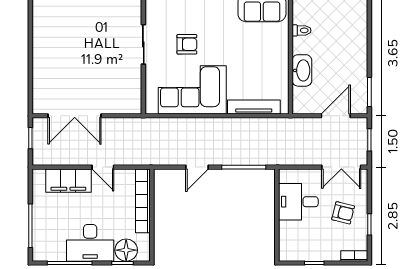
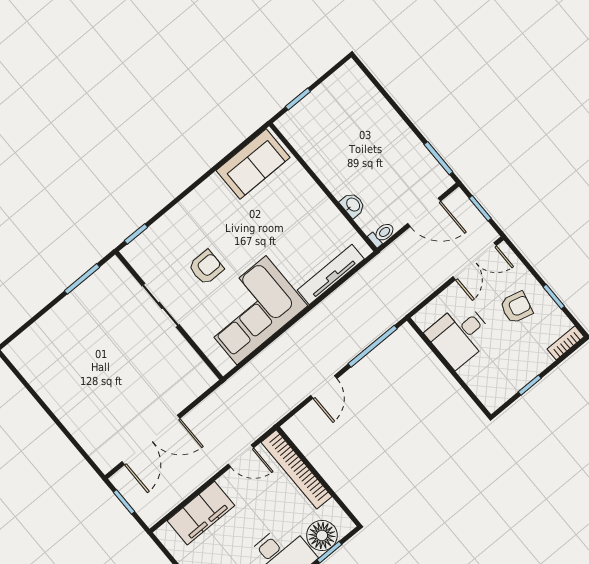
toilet: (302, 30) -> (382, 234), moved
washbasin: (302, 70) -> (353, 205), width x0.52, depth x0.69
door: (336, 116) -> (424, 212), swing flipped
door: (103, 167) -> (241, 456), moved

